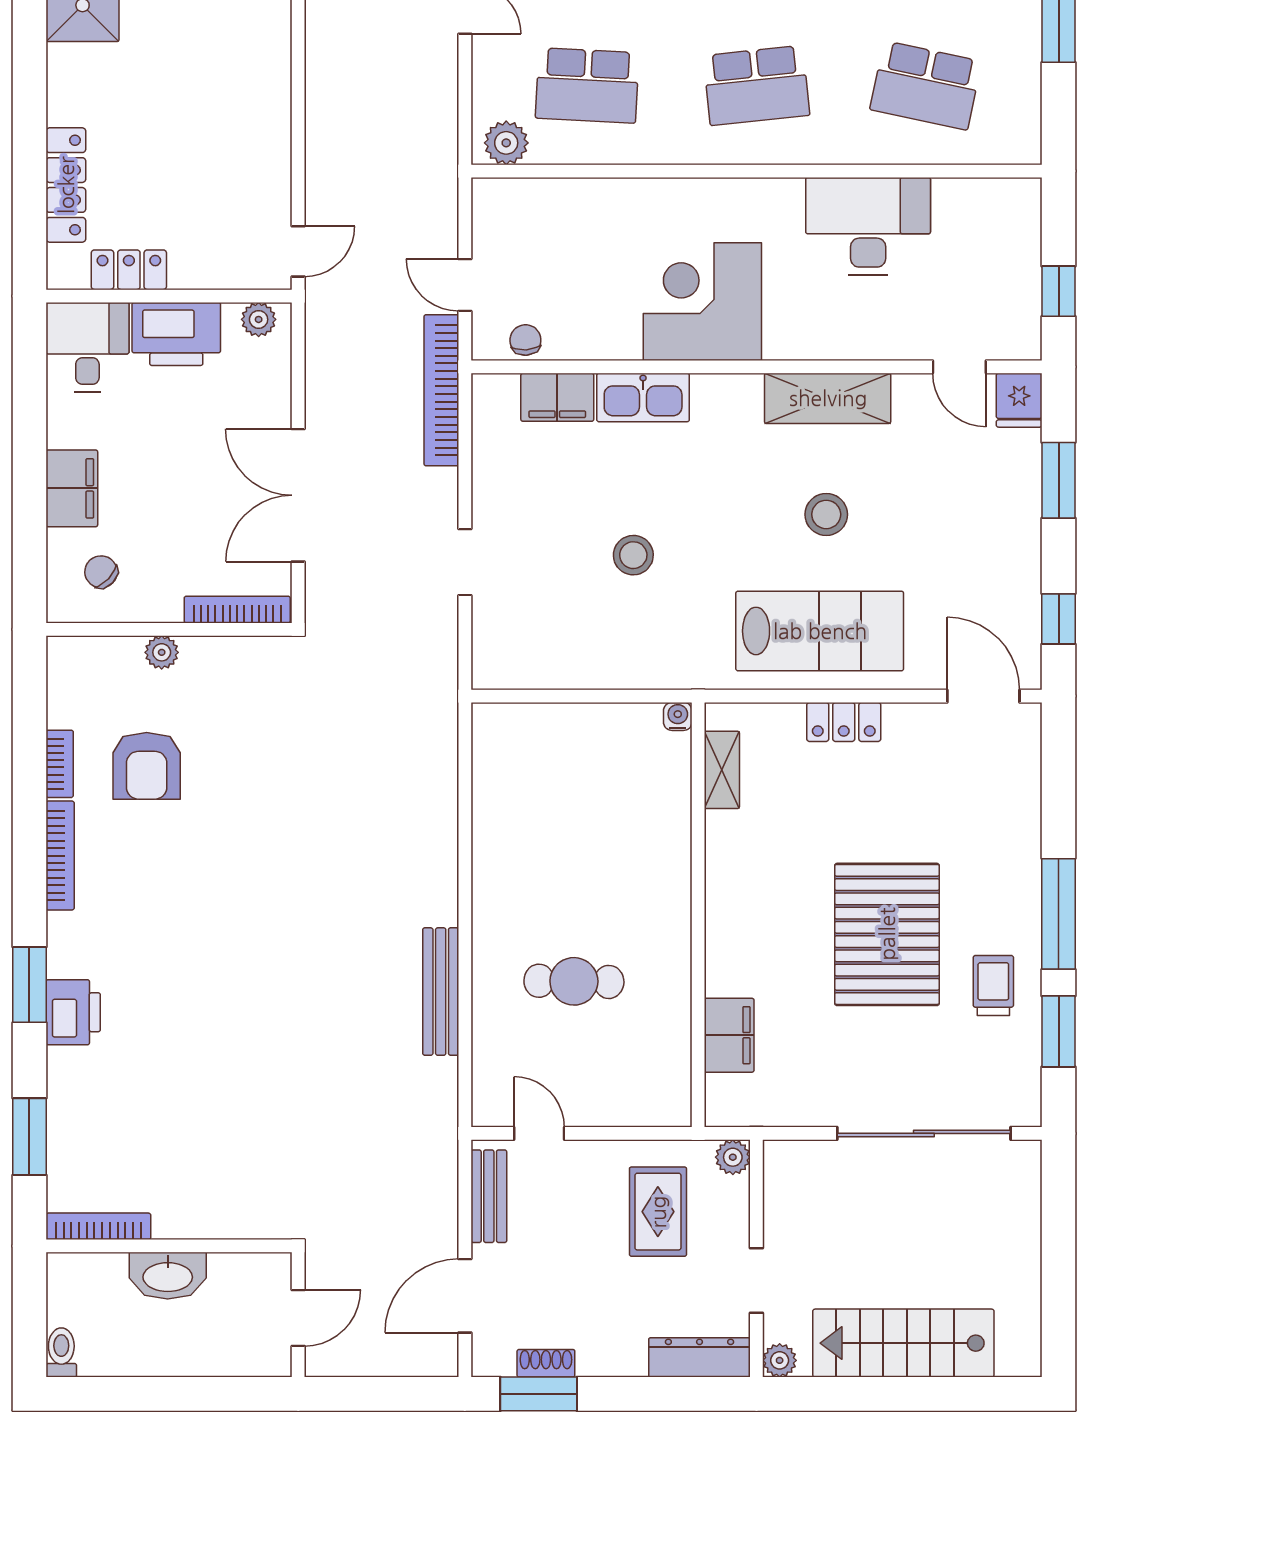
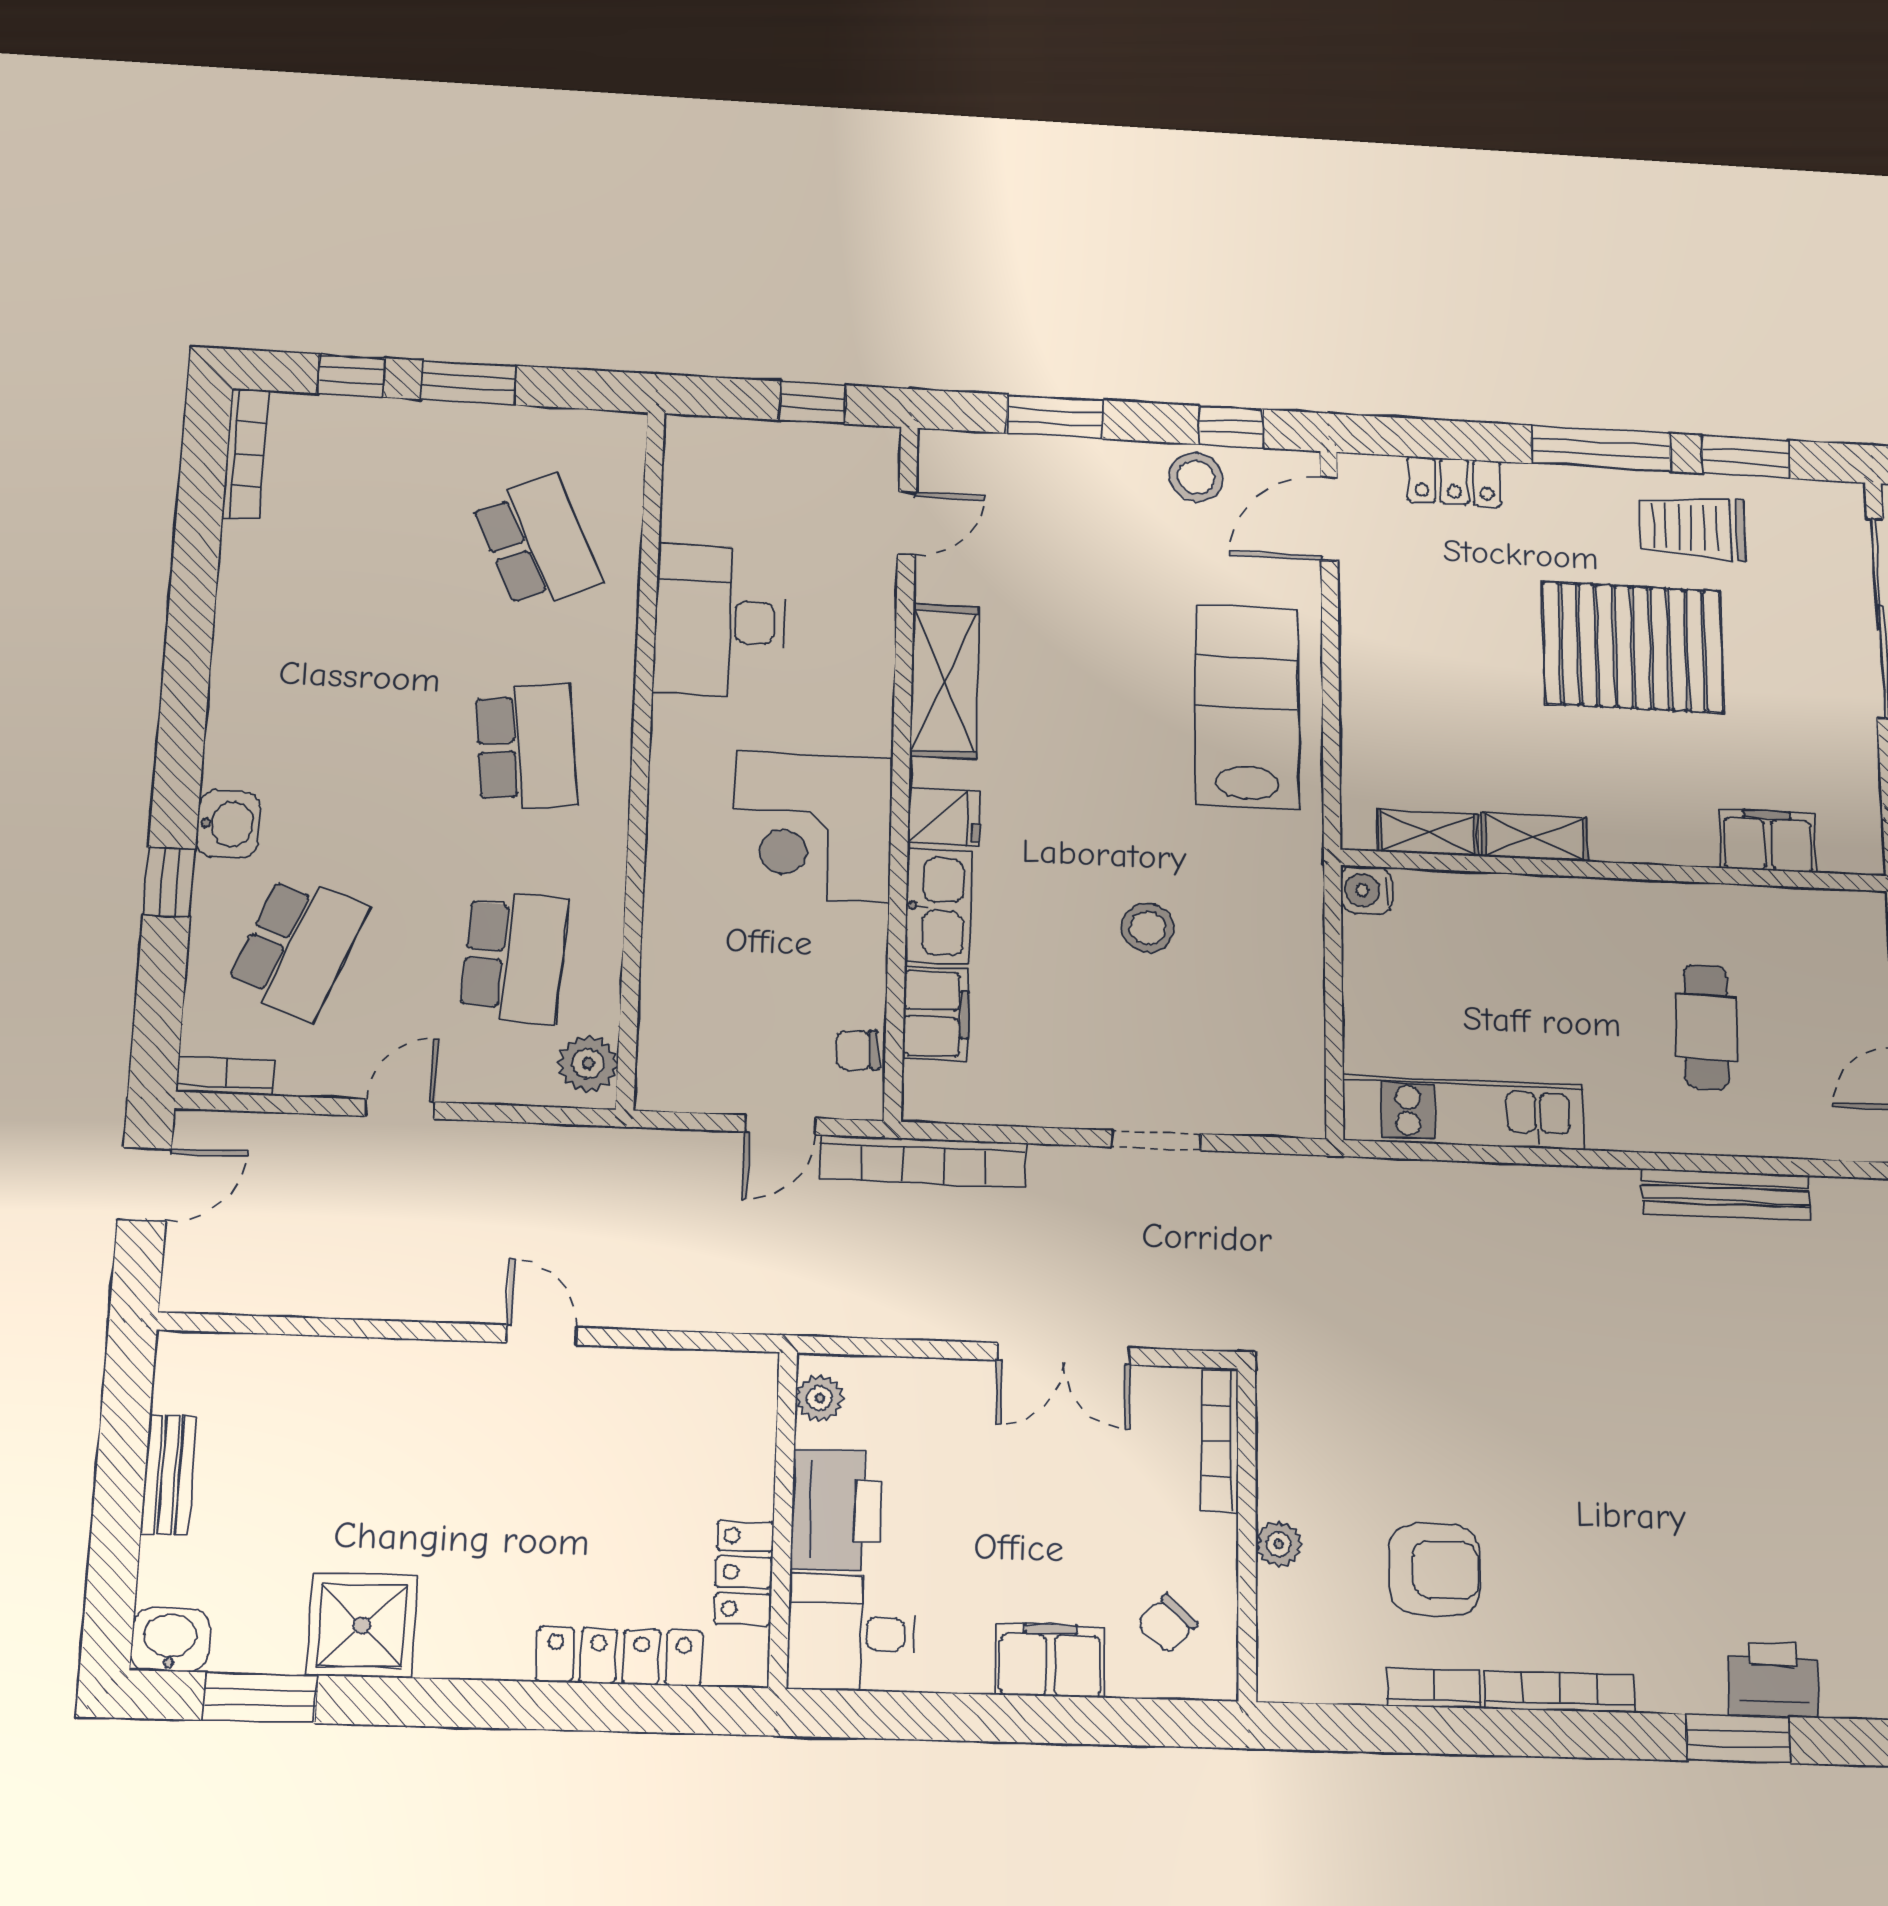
school desk: (926, 85) -> (537, 542), turned -36
door: (298, 251) -> (541, 1335), moved
fridge: (1019, 400) -> (944, 817), moved
double door: (298, 495) -> (1064, 1354), width x0.73
stool: (826, 514) -> (1196, 477), moved
water cooler: (678, 716) -> (1366, 890), width x1.38, depth x1.38
locker: (844, 722) -> (1454, 481), moved, turned 90
kitchen unit: (497, 793) -> (1463, 1113), added
shelving: (723, 853) -> (1535, 837), added
trolley: (993, 986) -> (1692, 528), width x1.36, depth x1.39

